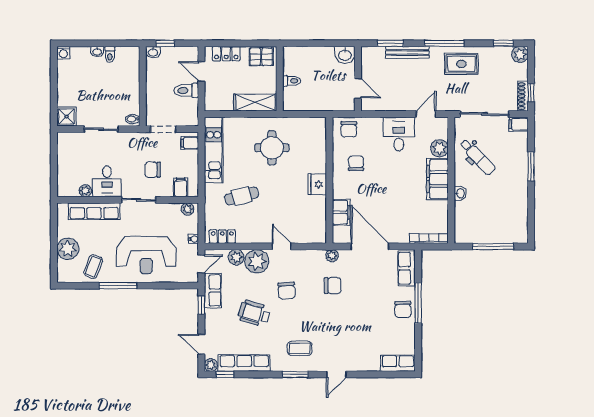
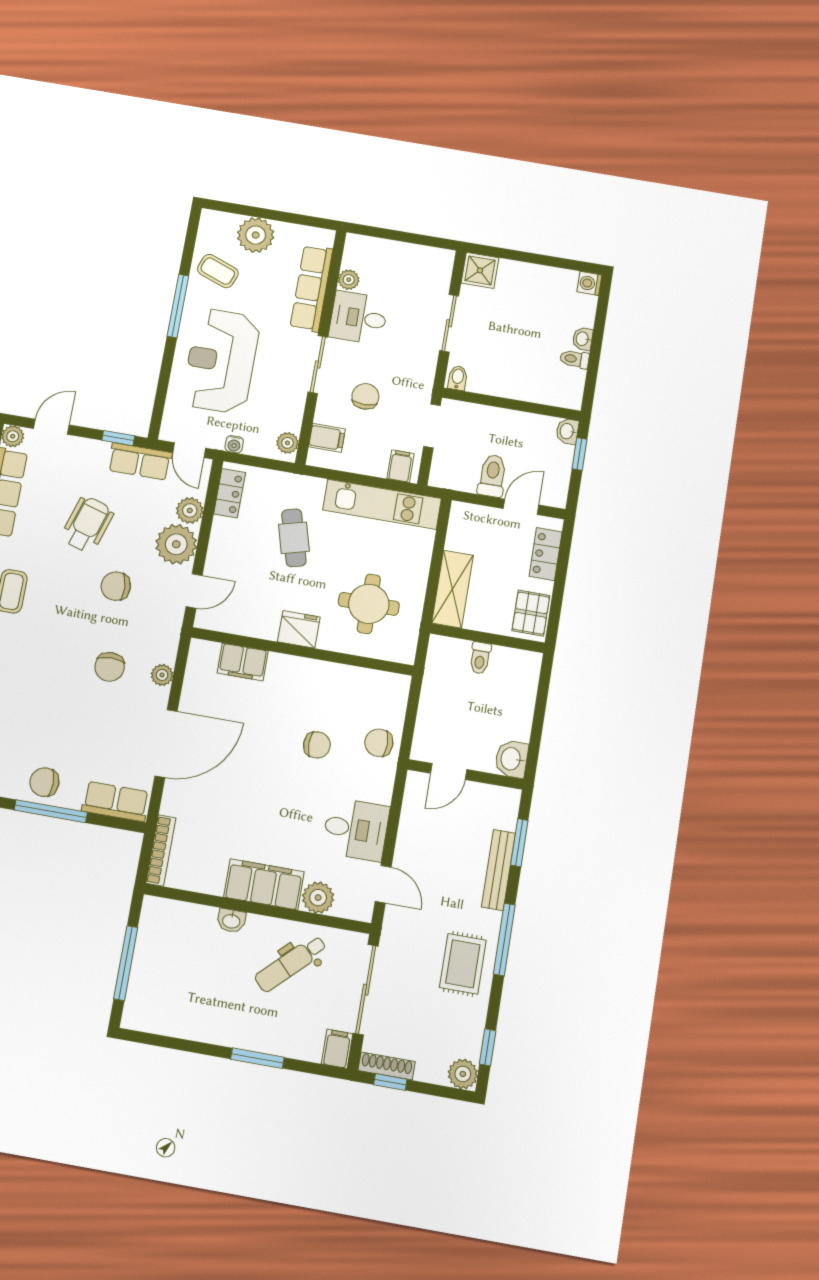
wall: (329, 180) -> (302, 651), moved
fridge: (317, 184) -> (299, 629), moved
filing cabinet: (341, 212) -> (243, 662), moved

